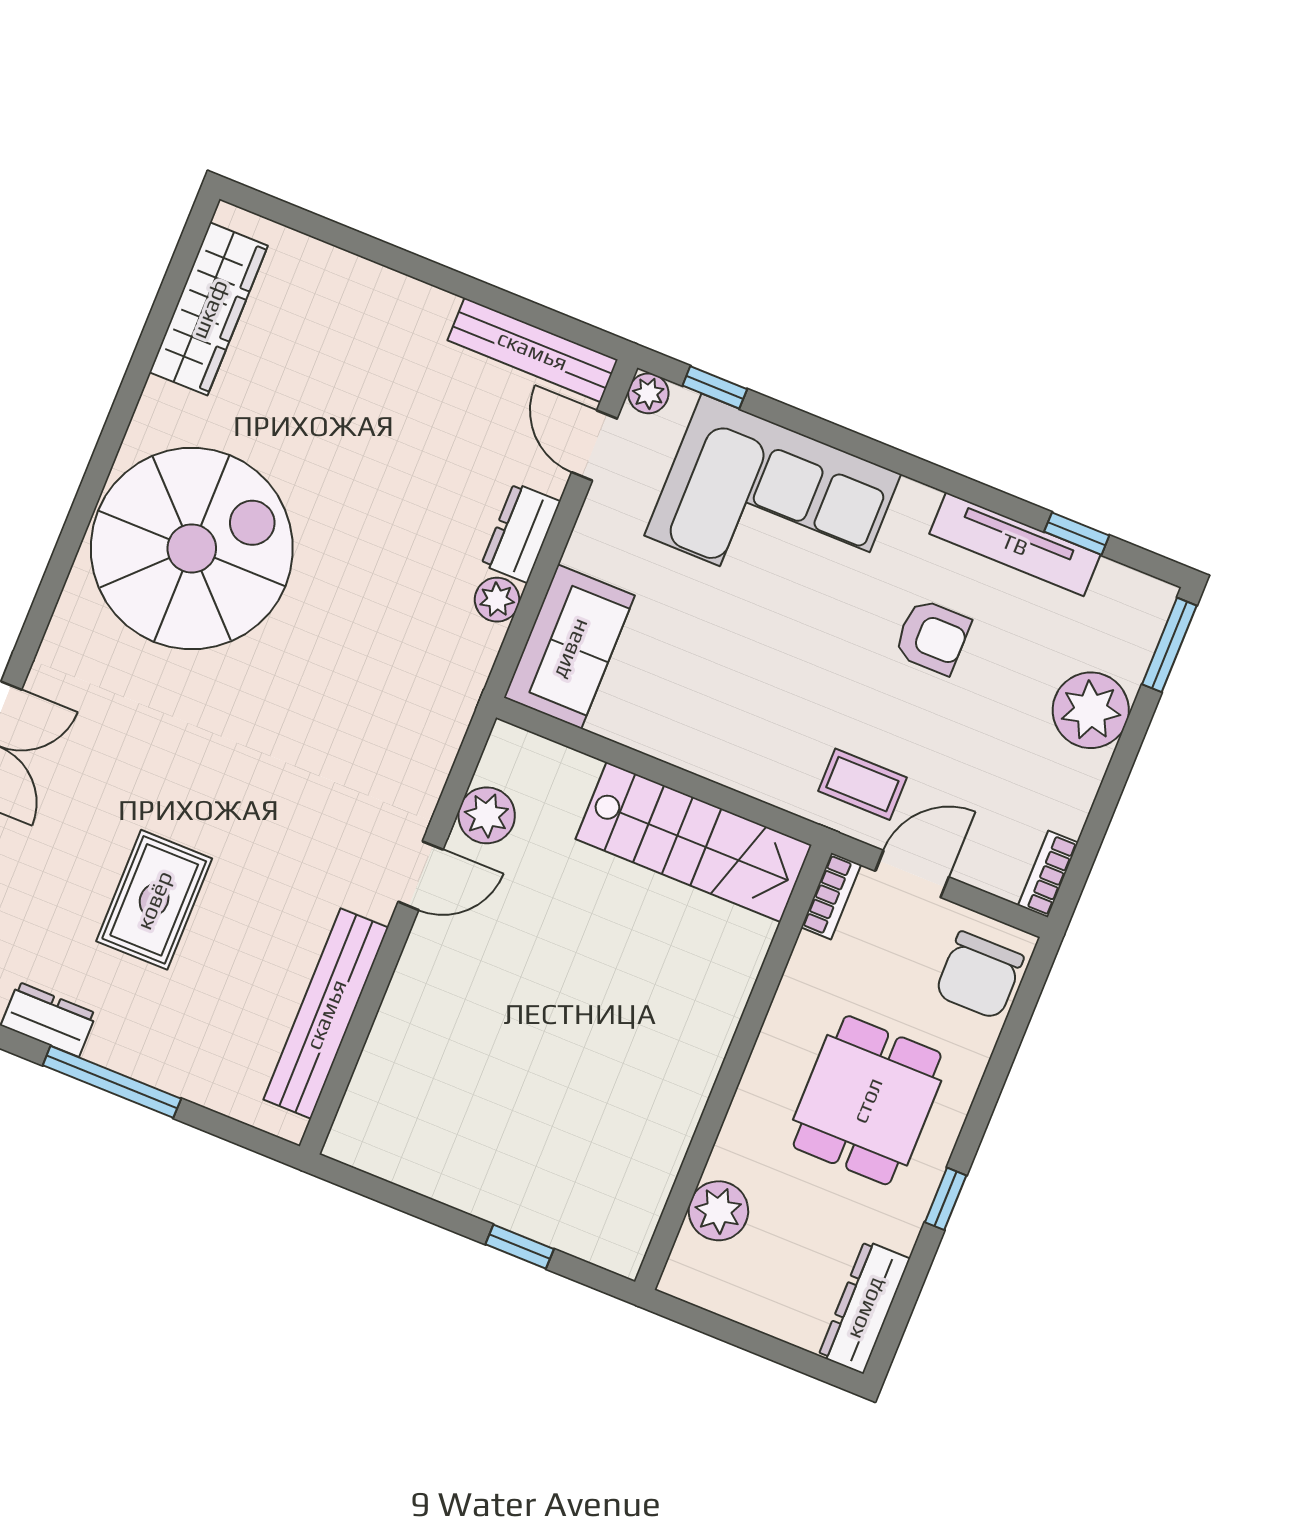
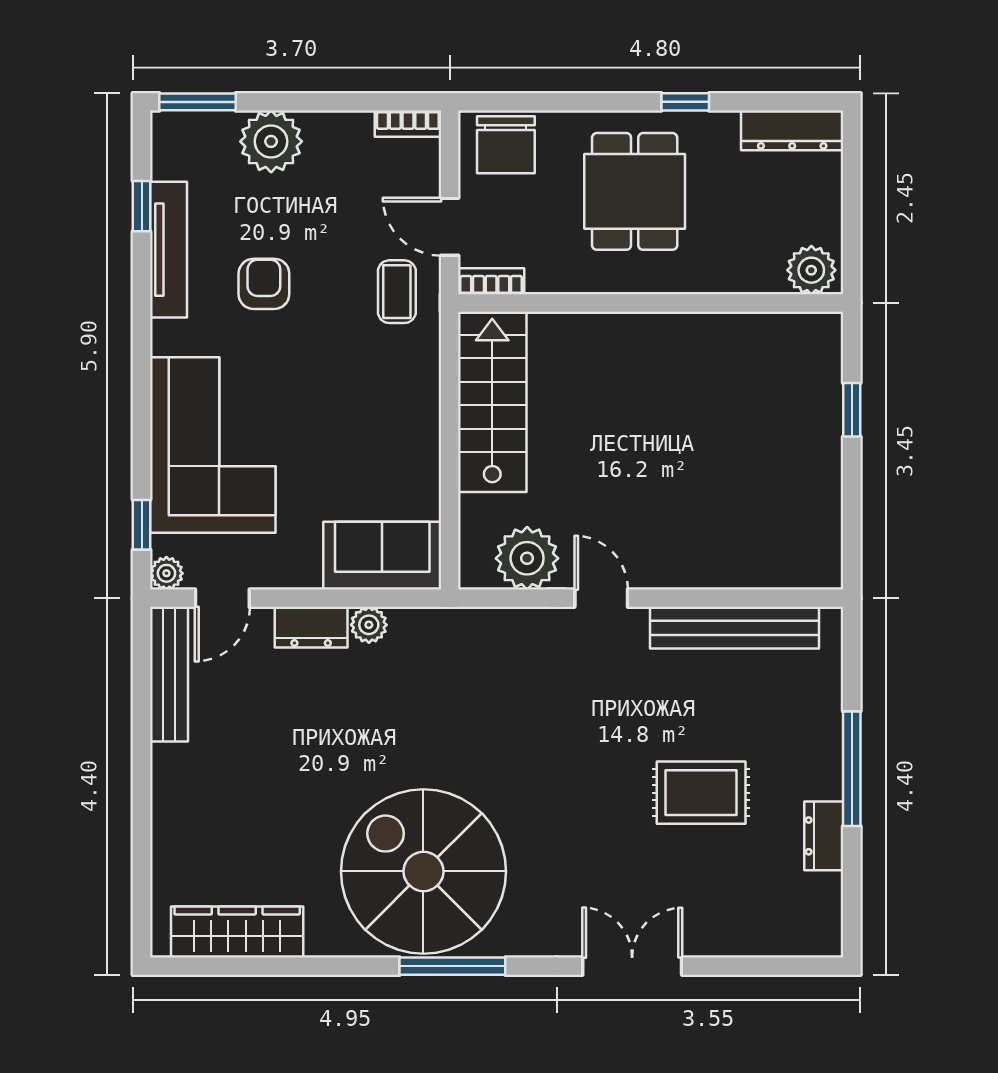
window: (71, 538) -> (452, 966), added
plant: (487, 815) -> (527, 558), width x1.36, depth x1.36
chair: (979, 975) -> (506, 145), turned 90
dining table: (867, 1100) -> (635, 191), turned 90
plant: (718, 1211) -> (811, 270), moved

